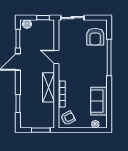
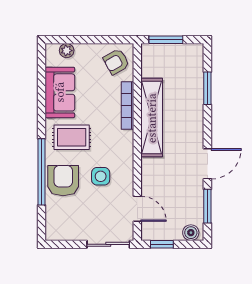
armchair: (95, 37) -> (63, 181), moved
side table: (77, 55) -> (101, 176), added
door: (56, 57) -> (137, 209), moved
rug: (92, 76) -> (72, 137), added
shelving: (48, 87) -> (152, 118), width x1.47

